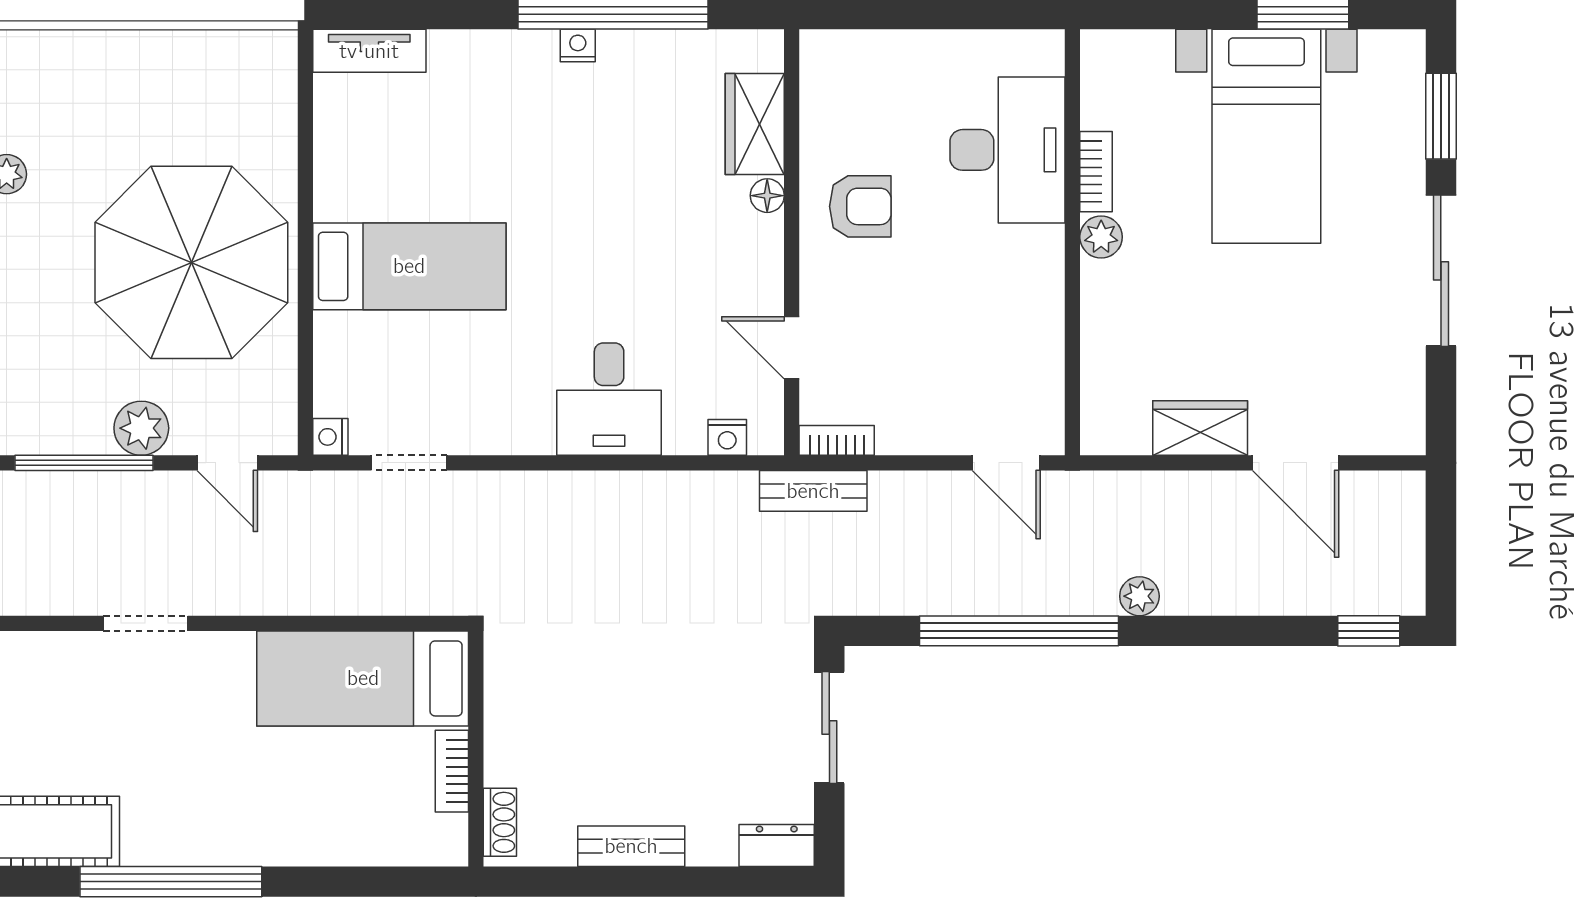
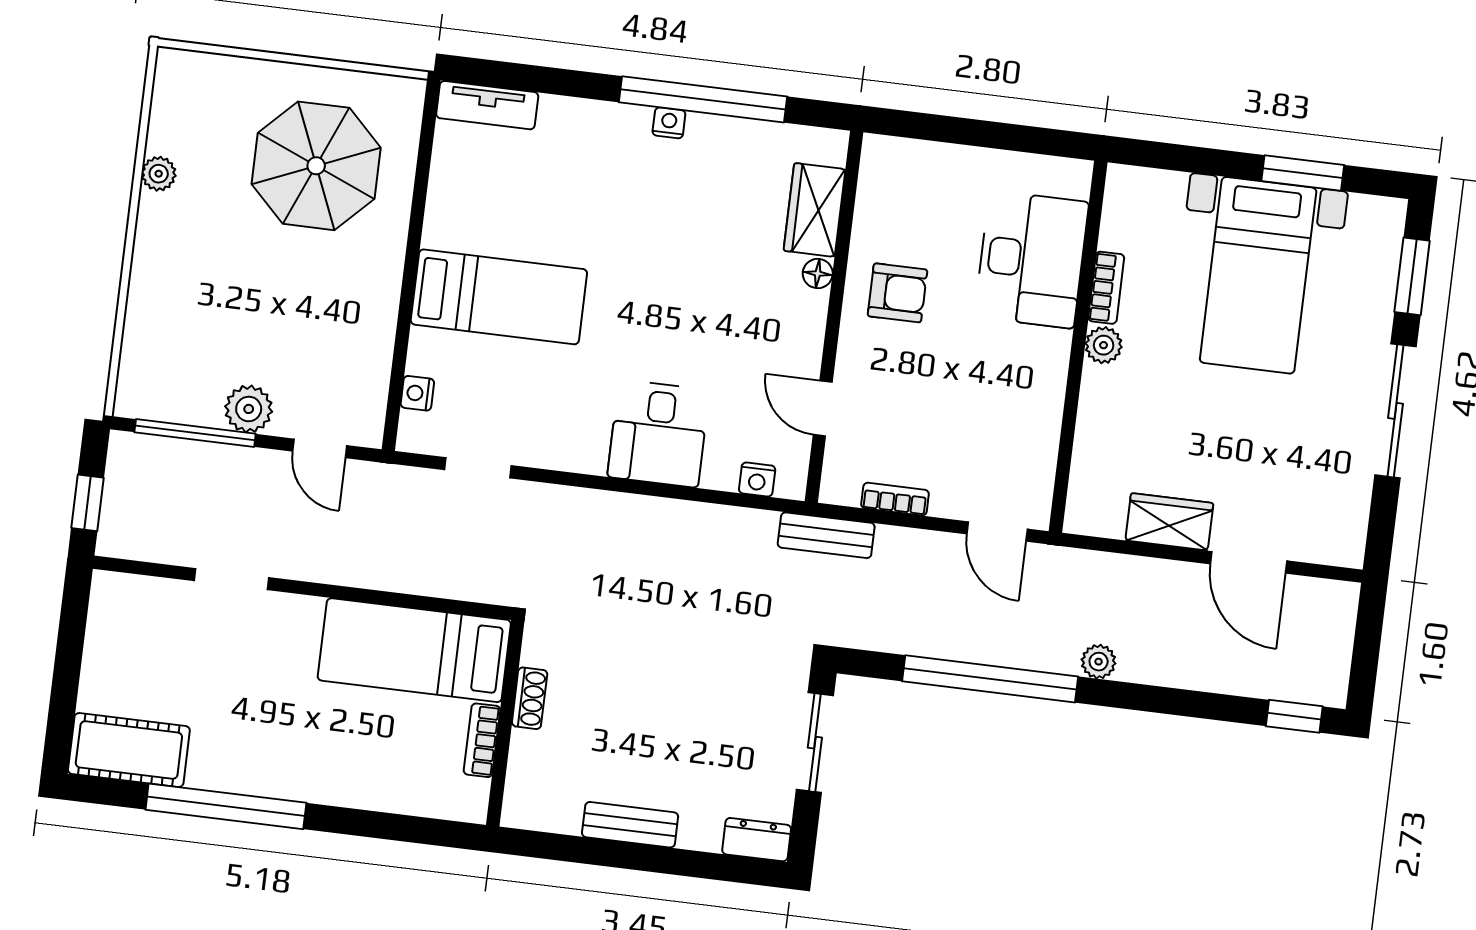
parasol: (191, 262) -> (316, 166), moved, width x0.73, depth x0.73
nightstand: (330, 437) -> (417, 393), moved
bookcase: (837, 440) -> (895, 499), moved
shoe rack: (500, 822) -> (530, 698), moved

